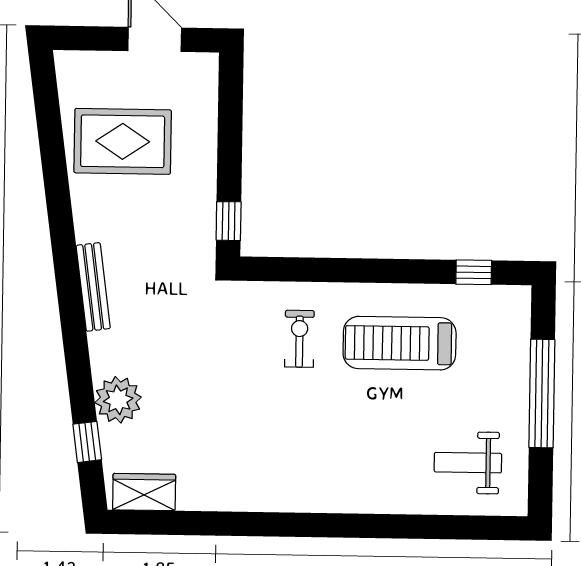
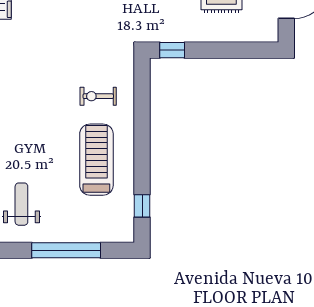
exercise bike: (299, 339) -> (98, 96), turned 180

